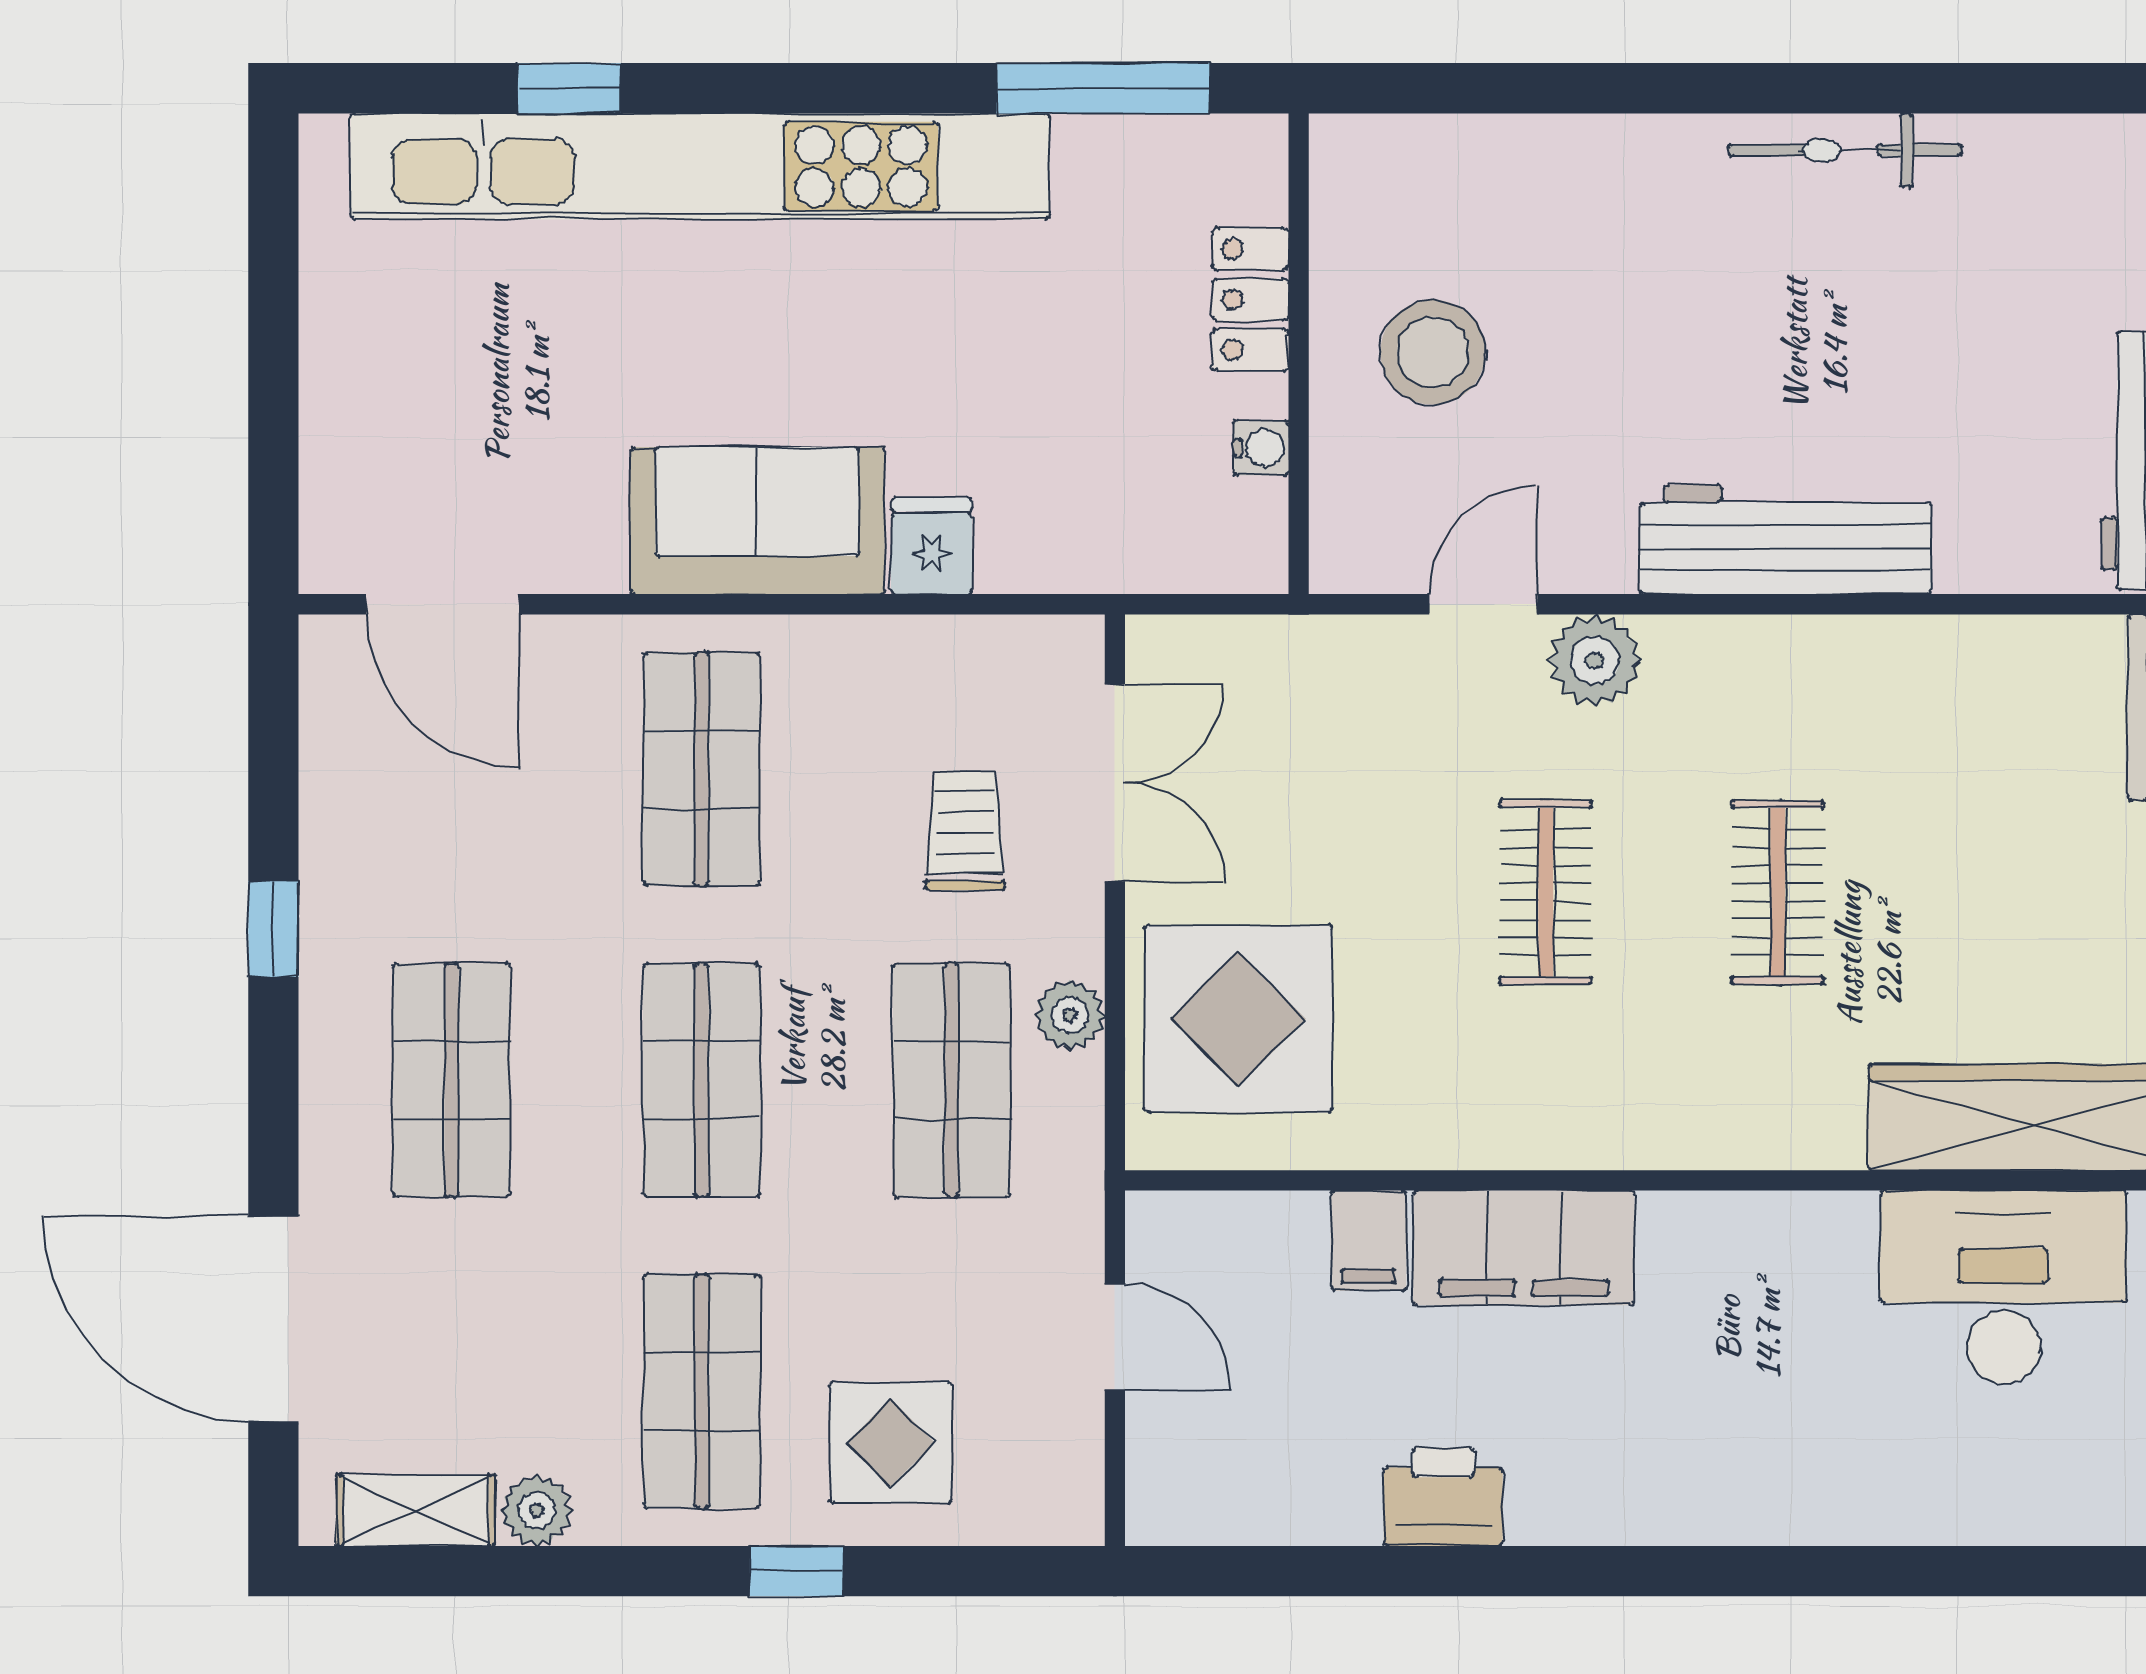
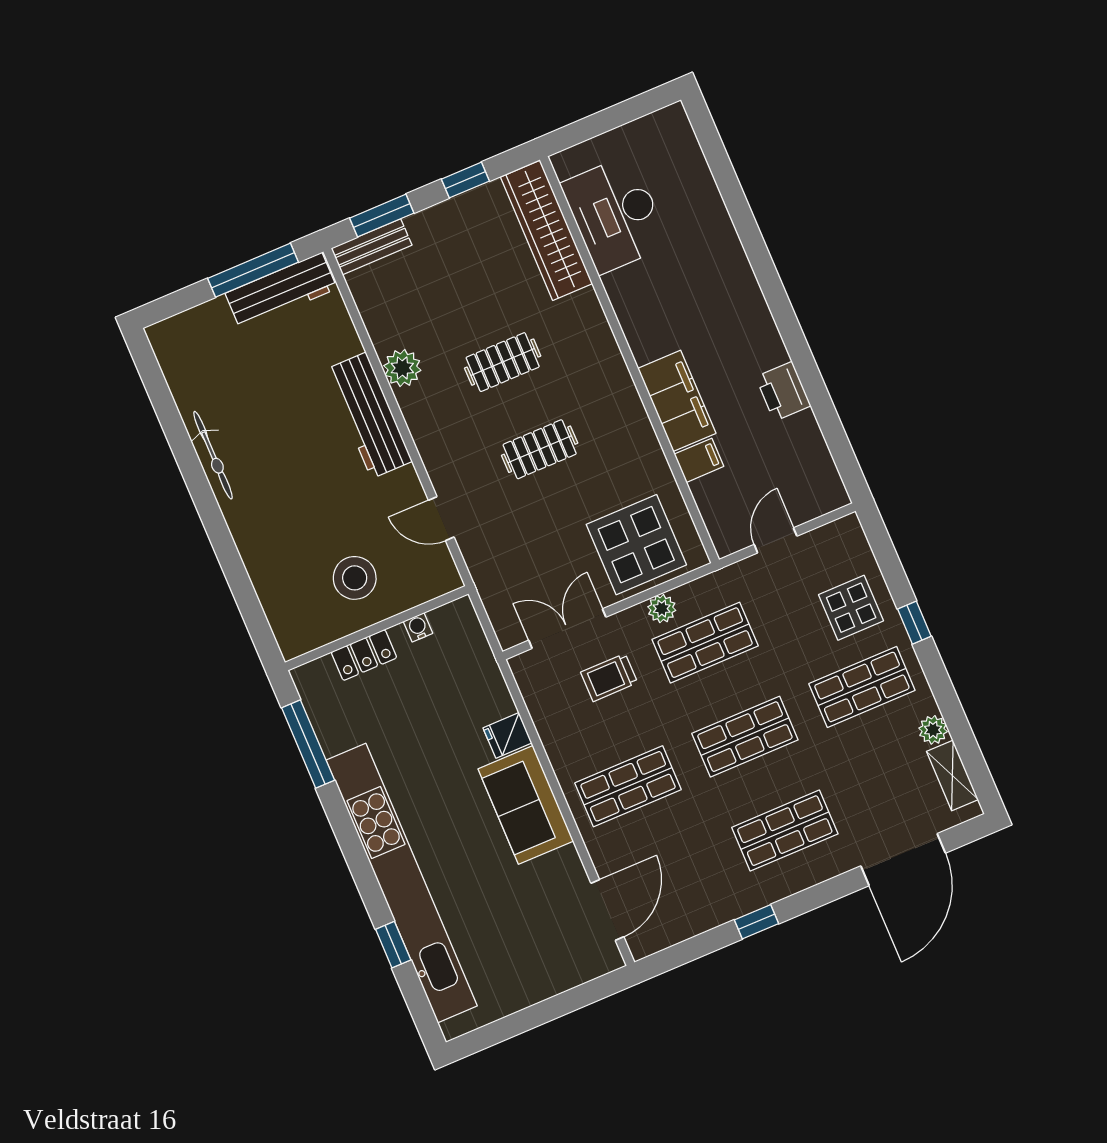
plant: (1595, 660) -> (402, 368), moved

